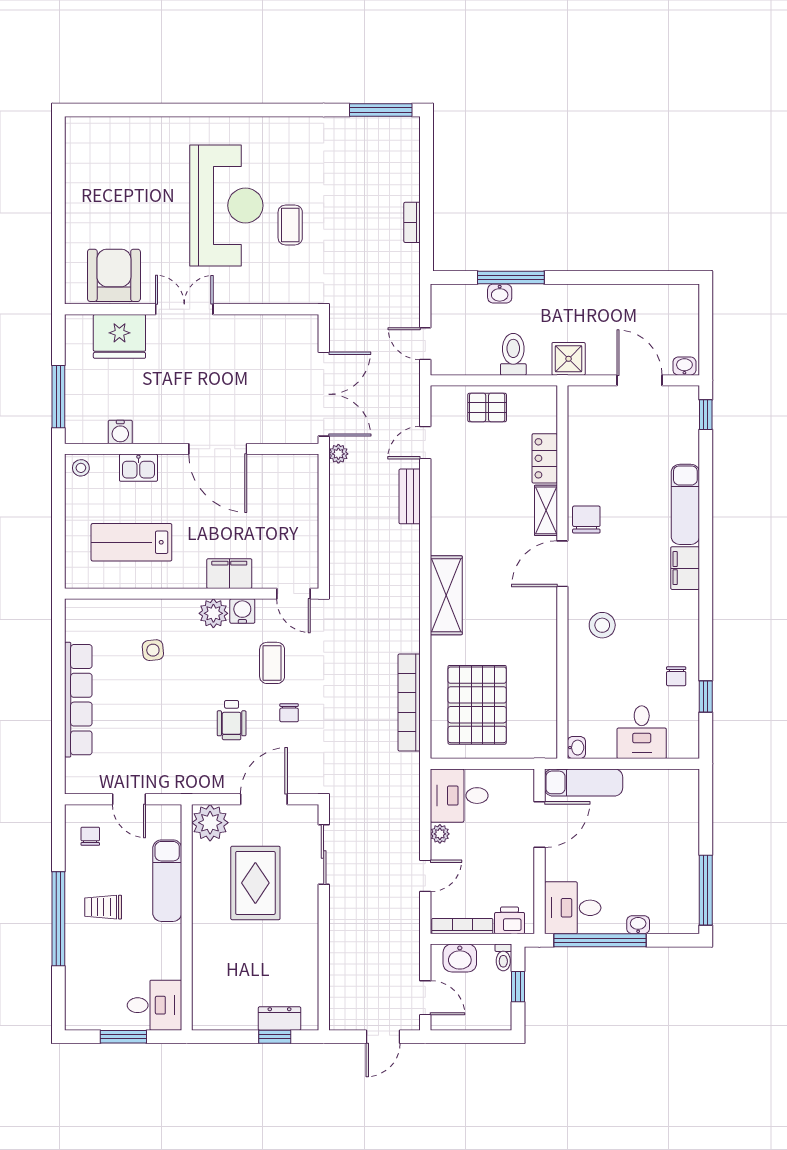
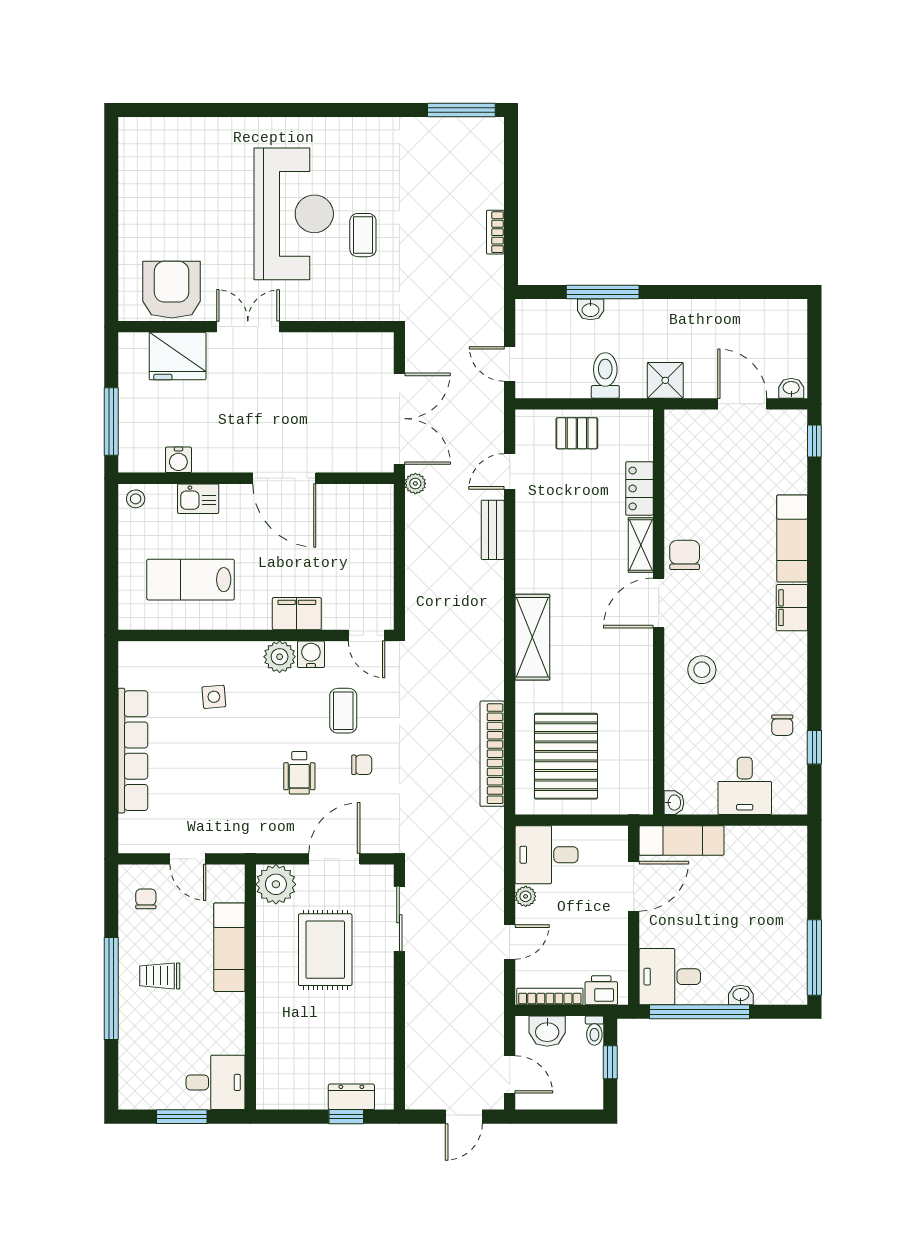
chair: (289, 713) -> (362, 765), turned -90

